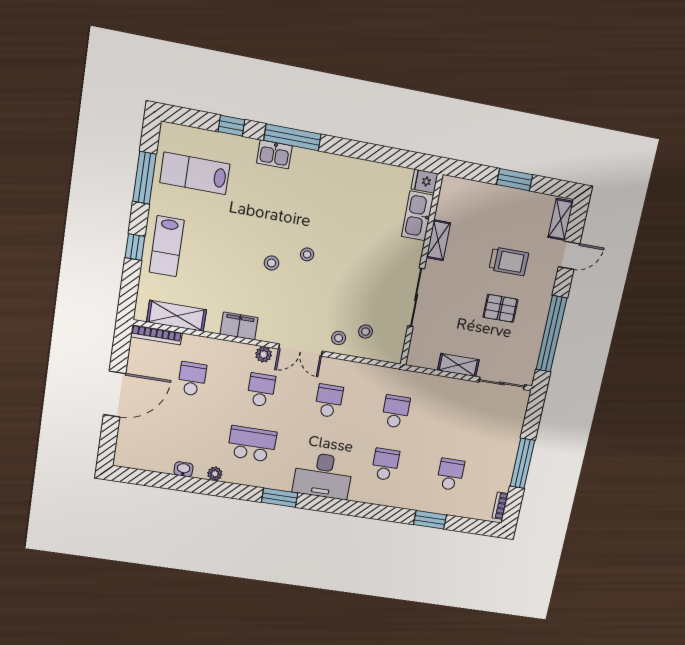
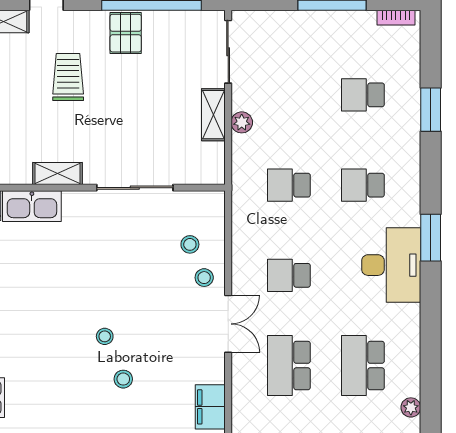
pallet: (500, 308) -> (126, 33), moved
plant: (264, 354) -> (242, 122), moved
school desk: (261, 390) -> (289, 366), width x1.85
window: (280, 498) -> (431, 238), moved

